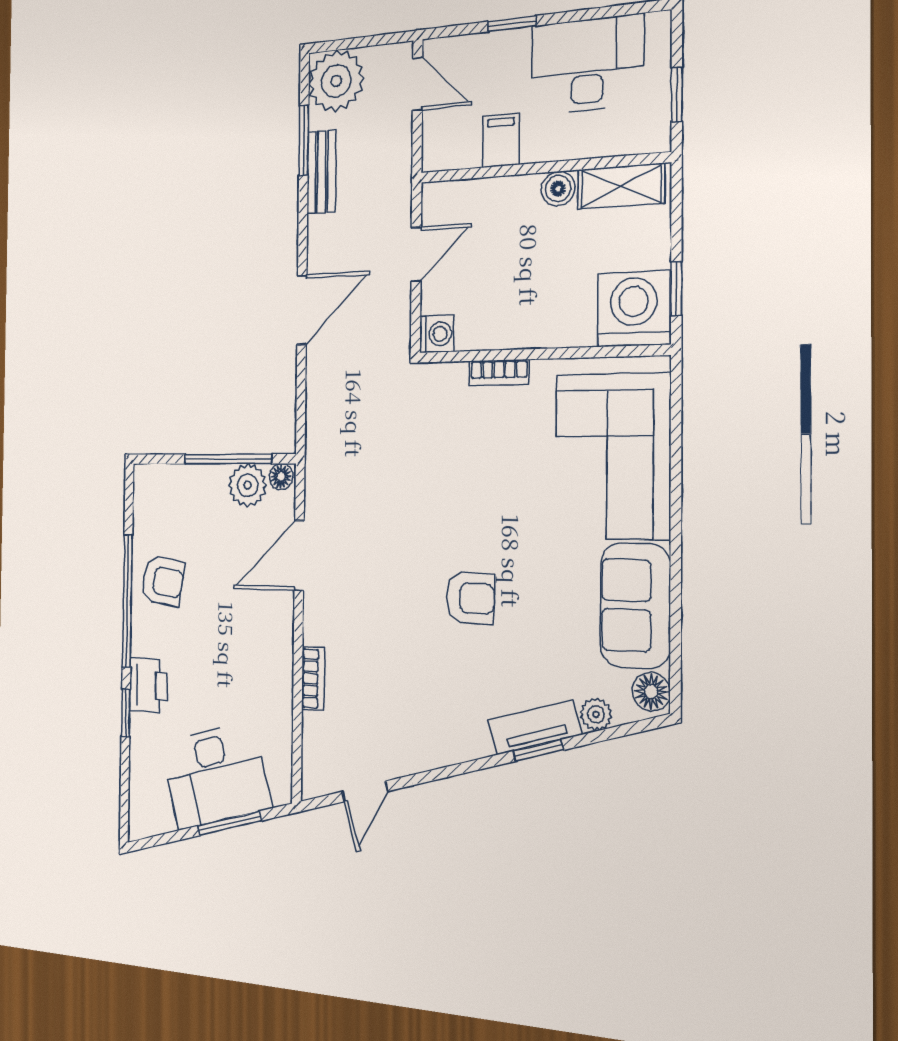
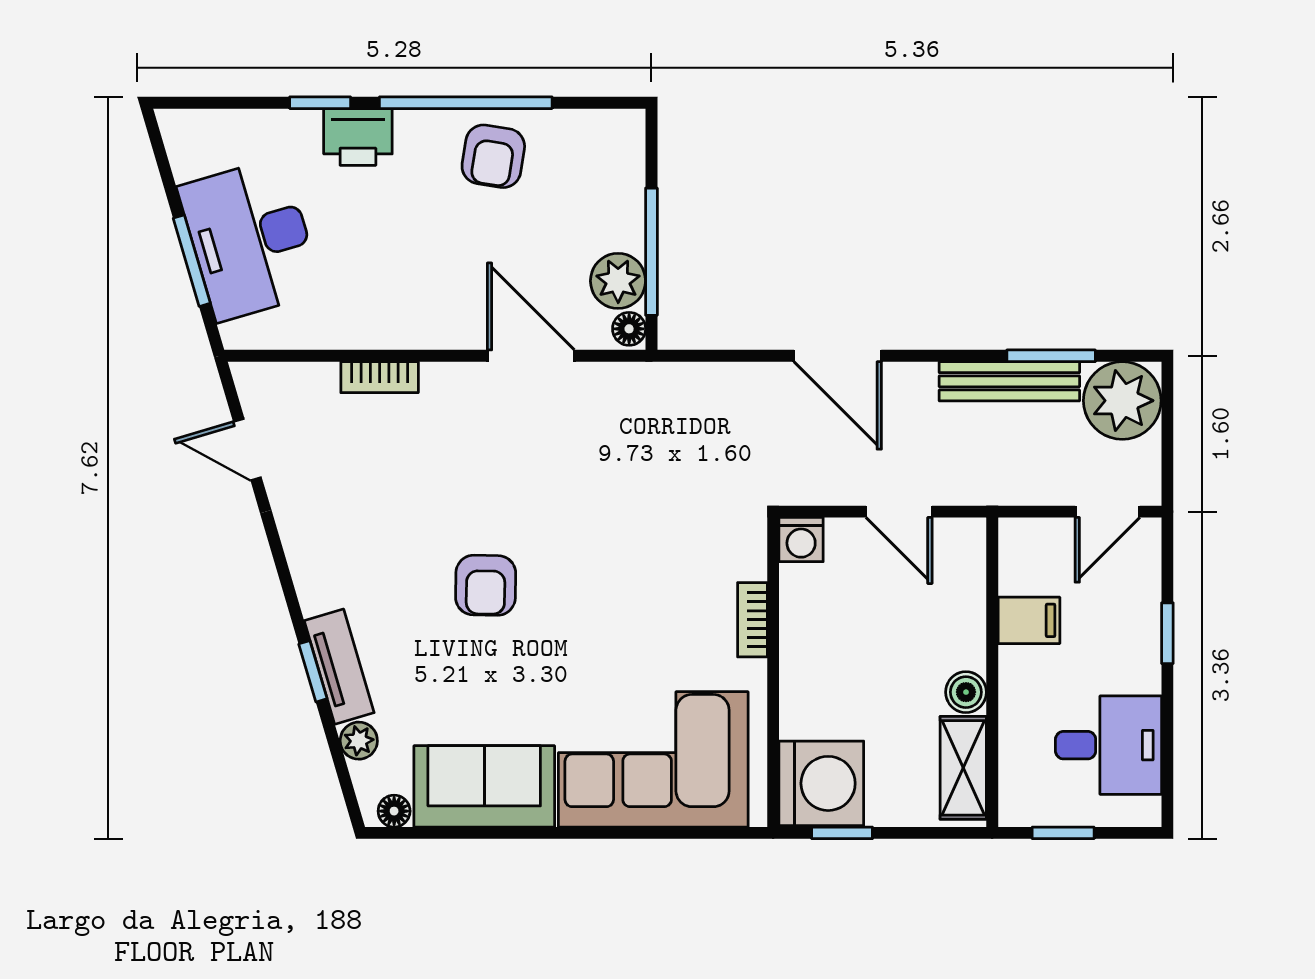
desk: (587, 65) -> (1108, 745), width x0.73
bench: (321, 172) -> (1009, 381), width x1.36
floor lamp: (651, 692) -> (394, 811), width x0.73, depth x0.73

